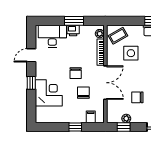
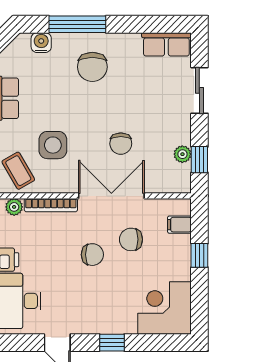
corner desk: (49, 93) -> (164, 308), moved
chair: (137, 97) -> (121, 144), moved

